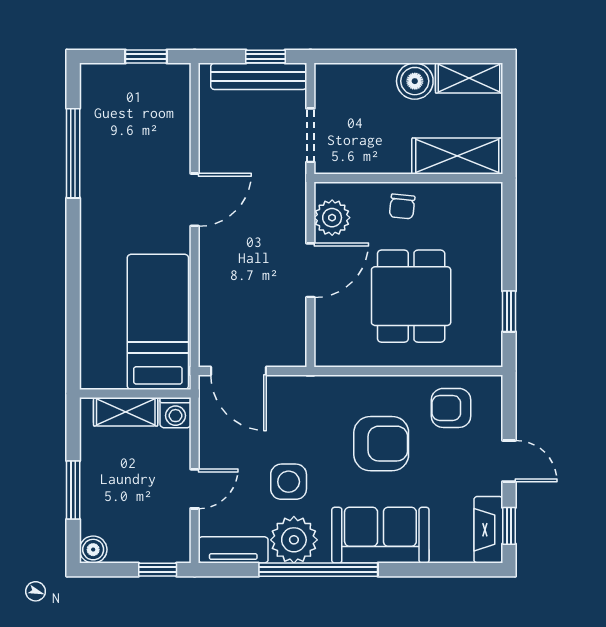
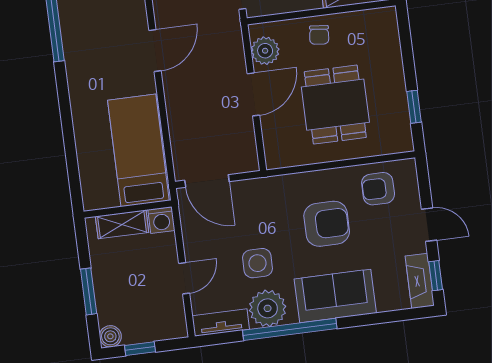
window: (158, 570) -> (140, 349), moved

